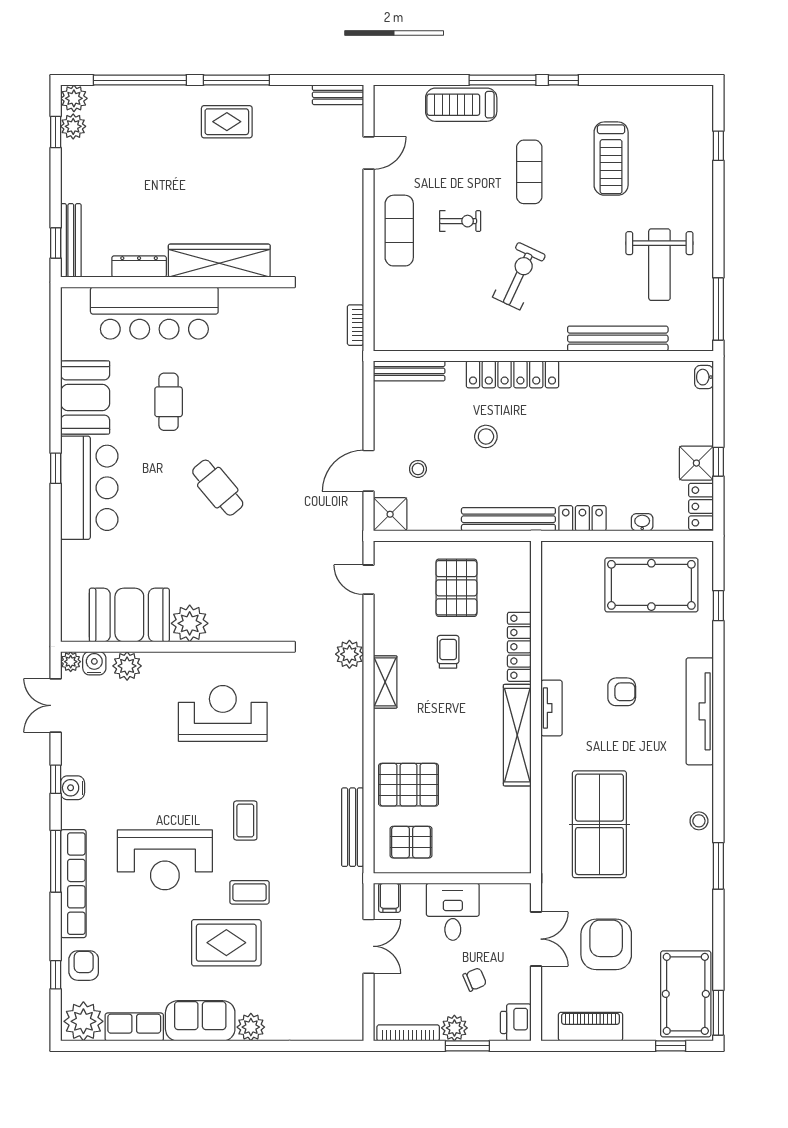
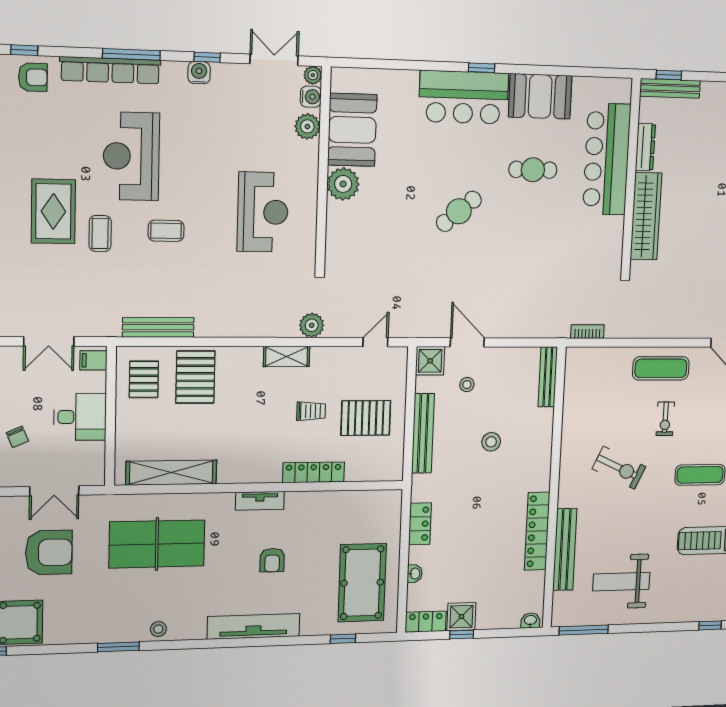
locker: (512, 374) -> (537, 531), moved
bench: (508, 519) -> (423, 433), moved
shelving: (517, 735) -> (171, 473), moved

